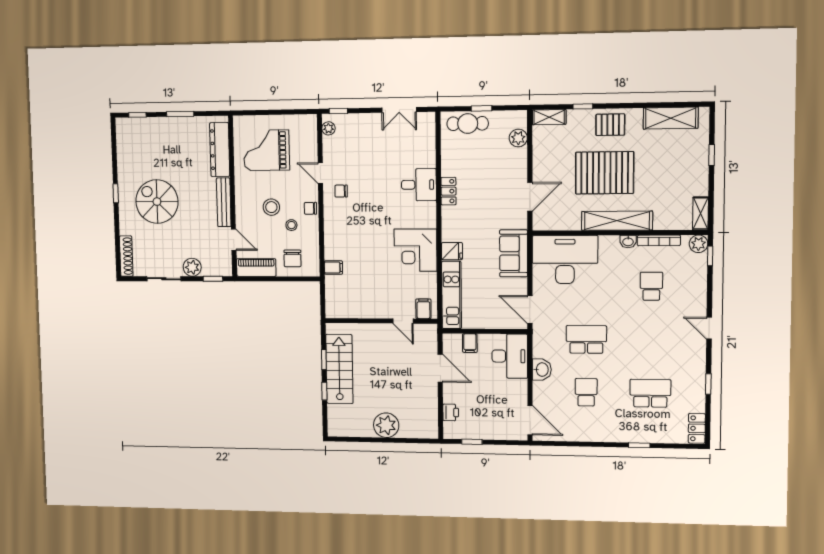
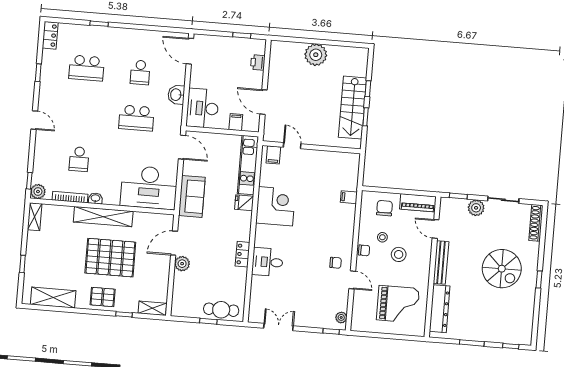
plant: (518, 138) -> (182, 264), moved

